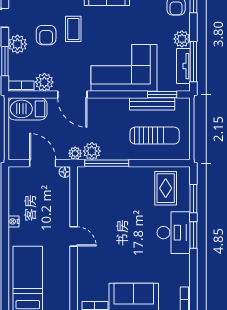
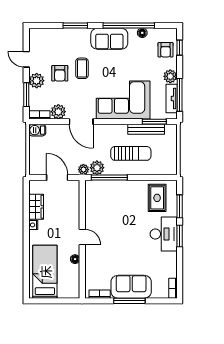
barbecue: (28, 109) -> (37, 130), width x0.53, depth x0.65
sun lounger: (155, 136) -> (131, 153), moved
floor lamp: (65, 172) -> (75, 259), moved
wardrobe: (17, 199) -> (36, 207), added

